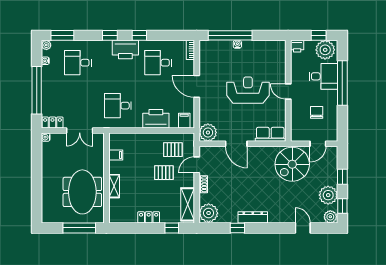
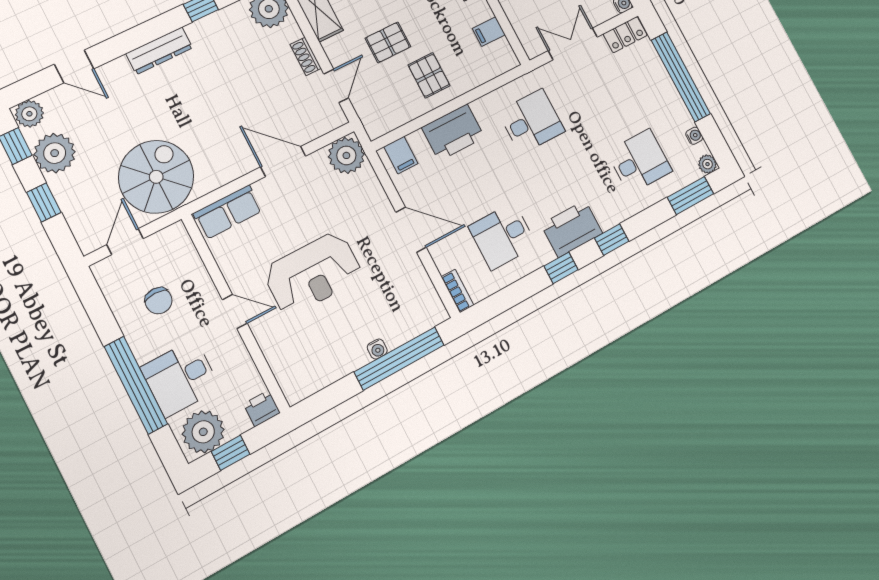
desk: (158, 63) -> (503, 236), turned 180
pallet: (173, 150) -> (429, 75), moved, turned 90
dresser: (253, 217) -> (159, 51), moved

